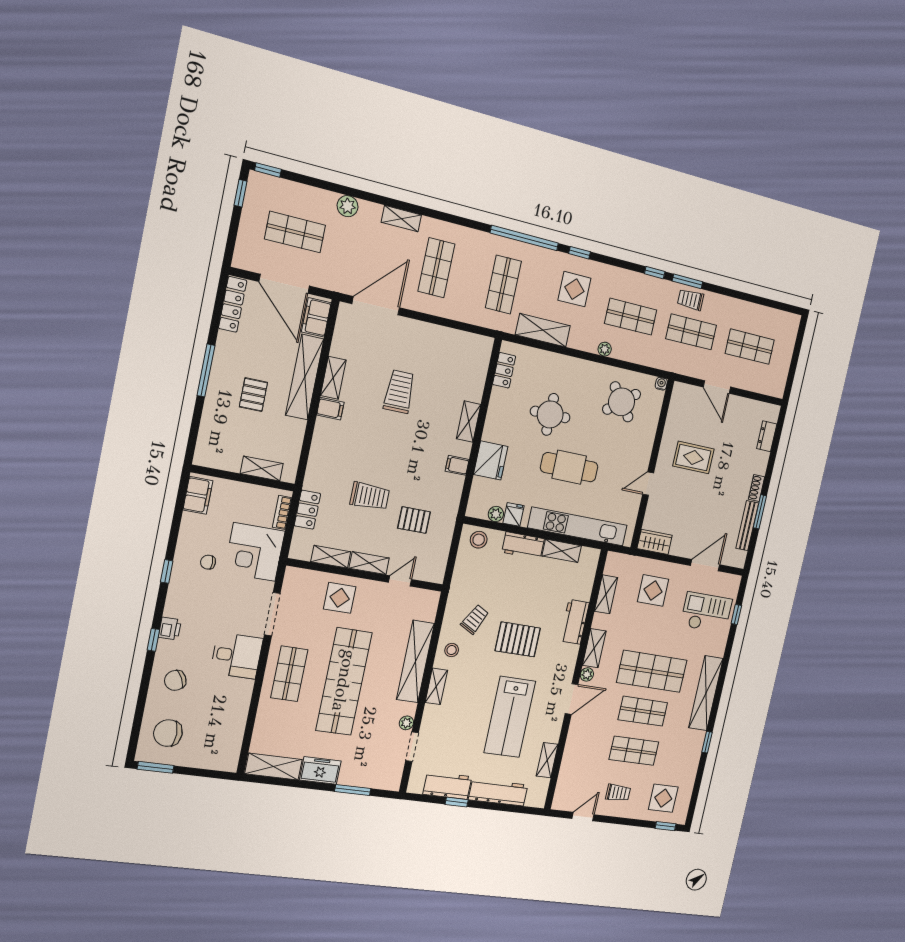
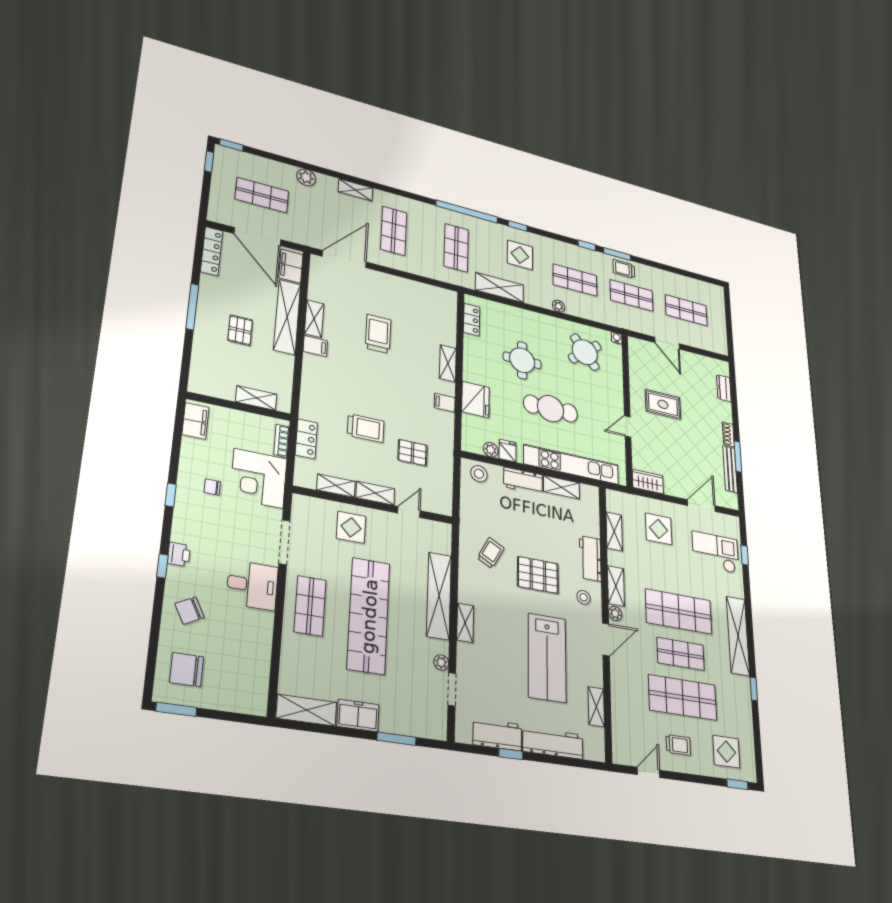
stool: (452, 650) -> (583, 597), moved
shop shelf: (634, 751) -> (683, 697), width x1.43, depth x1.36

